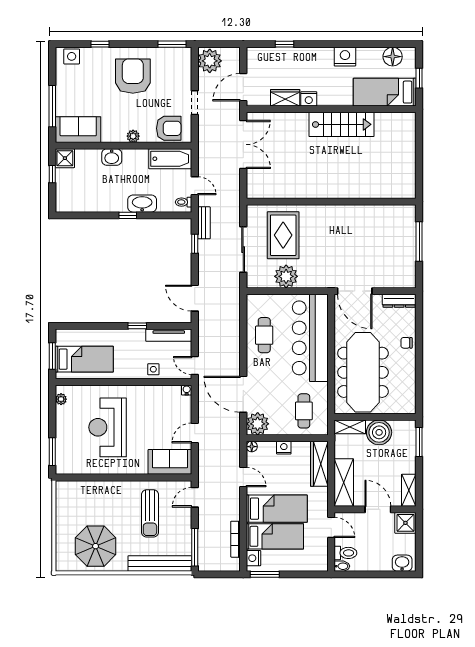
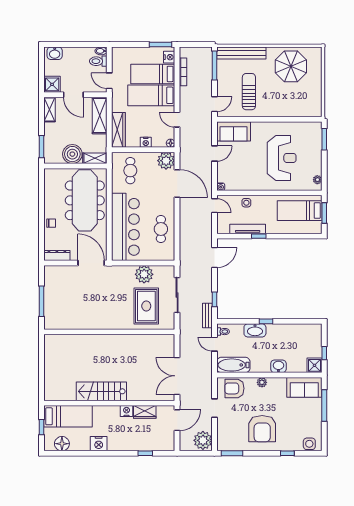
door: (195, 298) -> (214, 257), hinge flipped
tv unit: (169, 335) -> (248, 229), moved

